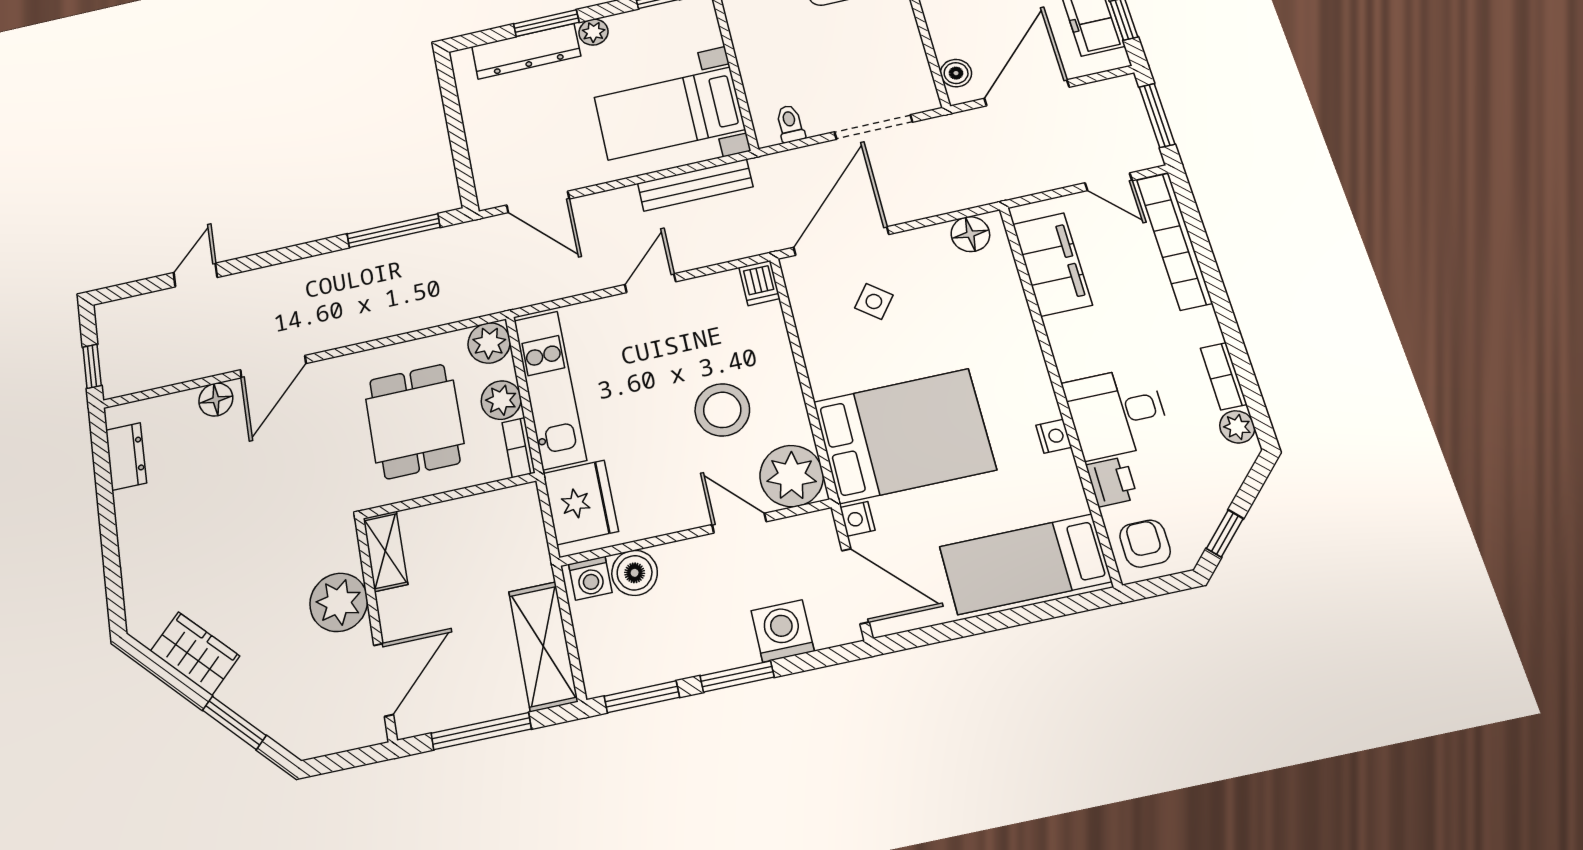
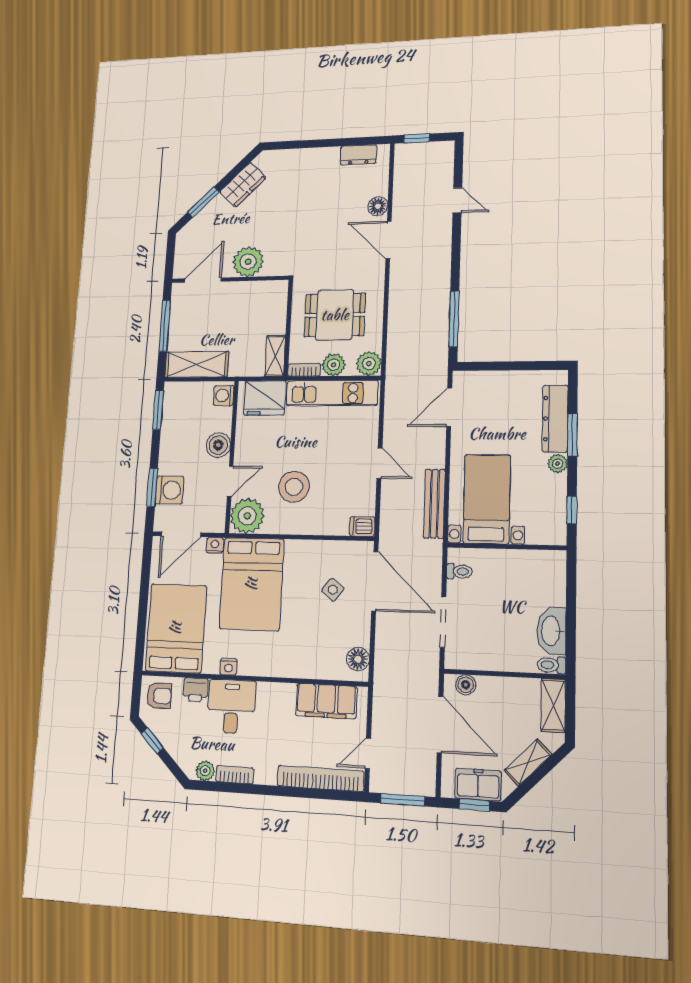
shelving: (385, 551) -> (275, 356), moved, turned 90
bed: (1025, 564) -> (176, 628), width x1.50
boiler: (635, 573) -> (218, 445), moved
window: (737, 676) -> (152, 488), moved
door: (384, 680) -> (203, 280), swing flipped

